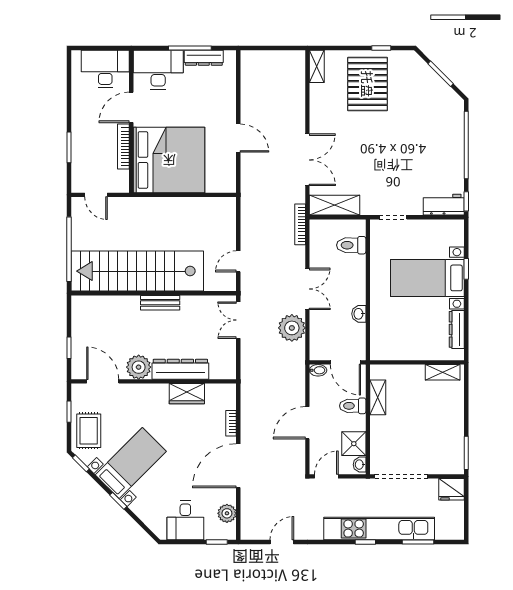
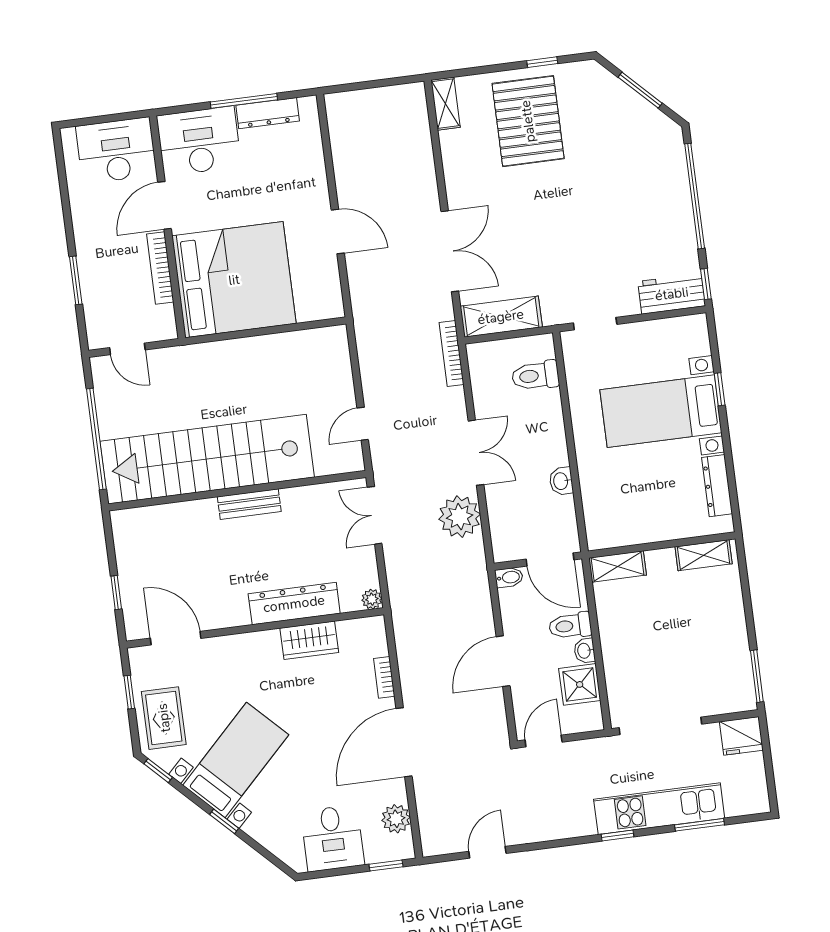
plant: (139, 367) -> (372, 599), moved, width x0.53, depth x0.53
shelving: (378, 397) -> (618, 566), moved, turned 90
washbasin: (360, 465) -> (584, 651), moved
kitchen unit: (379, 529) -> (659, 809), width x0.73

